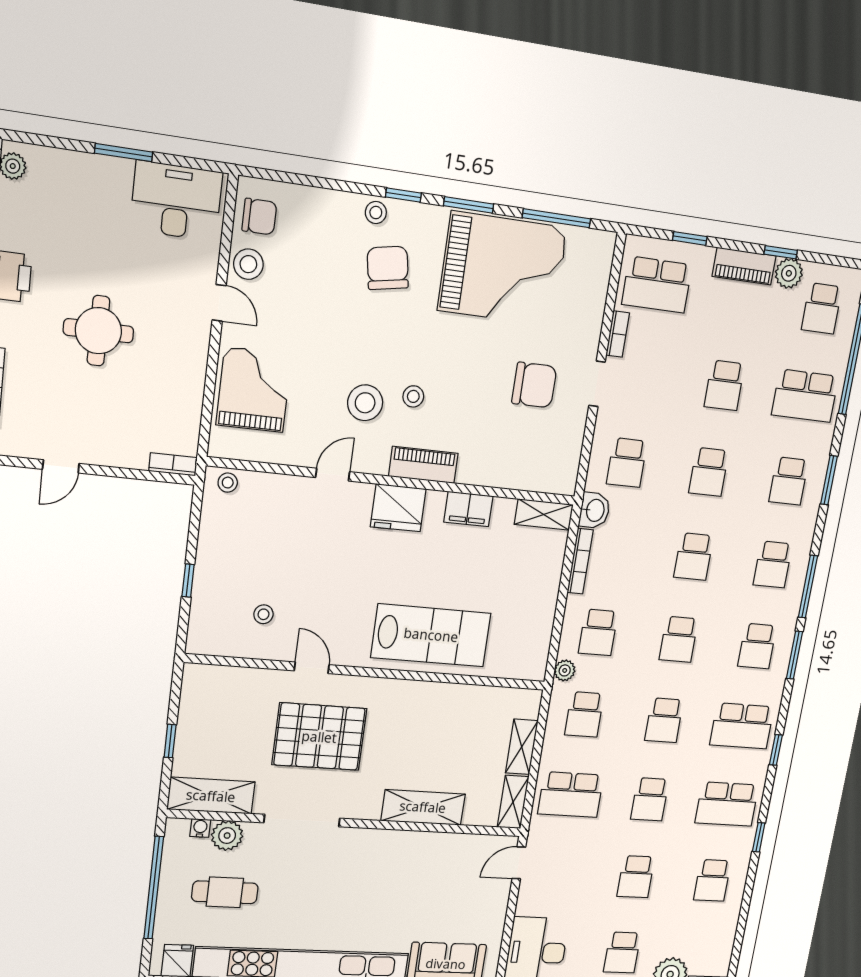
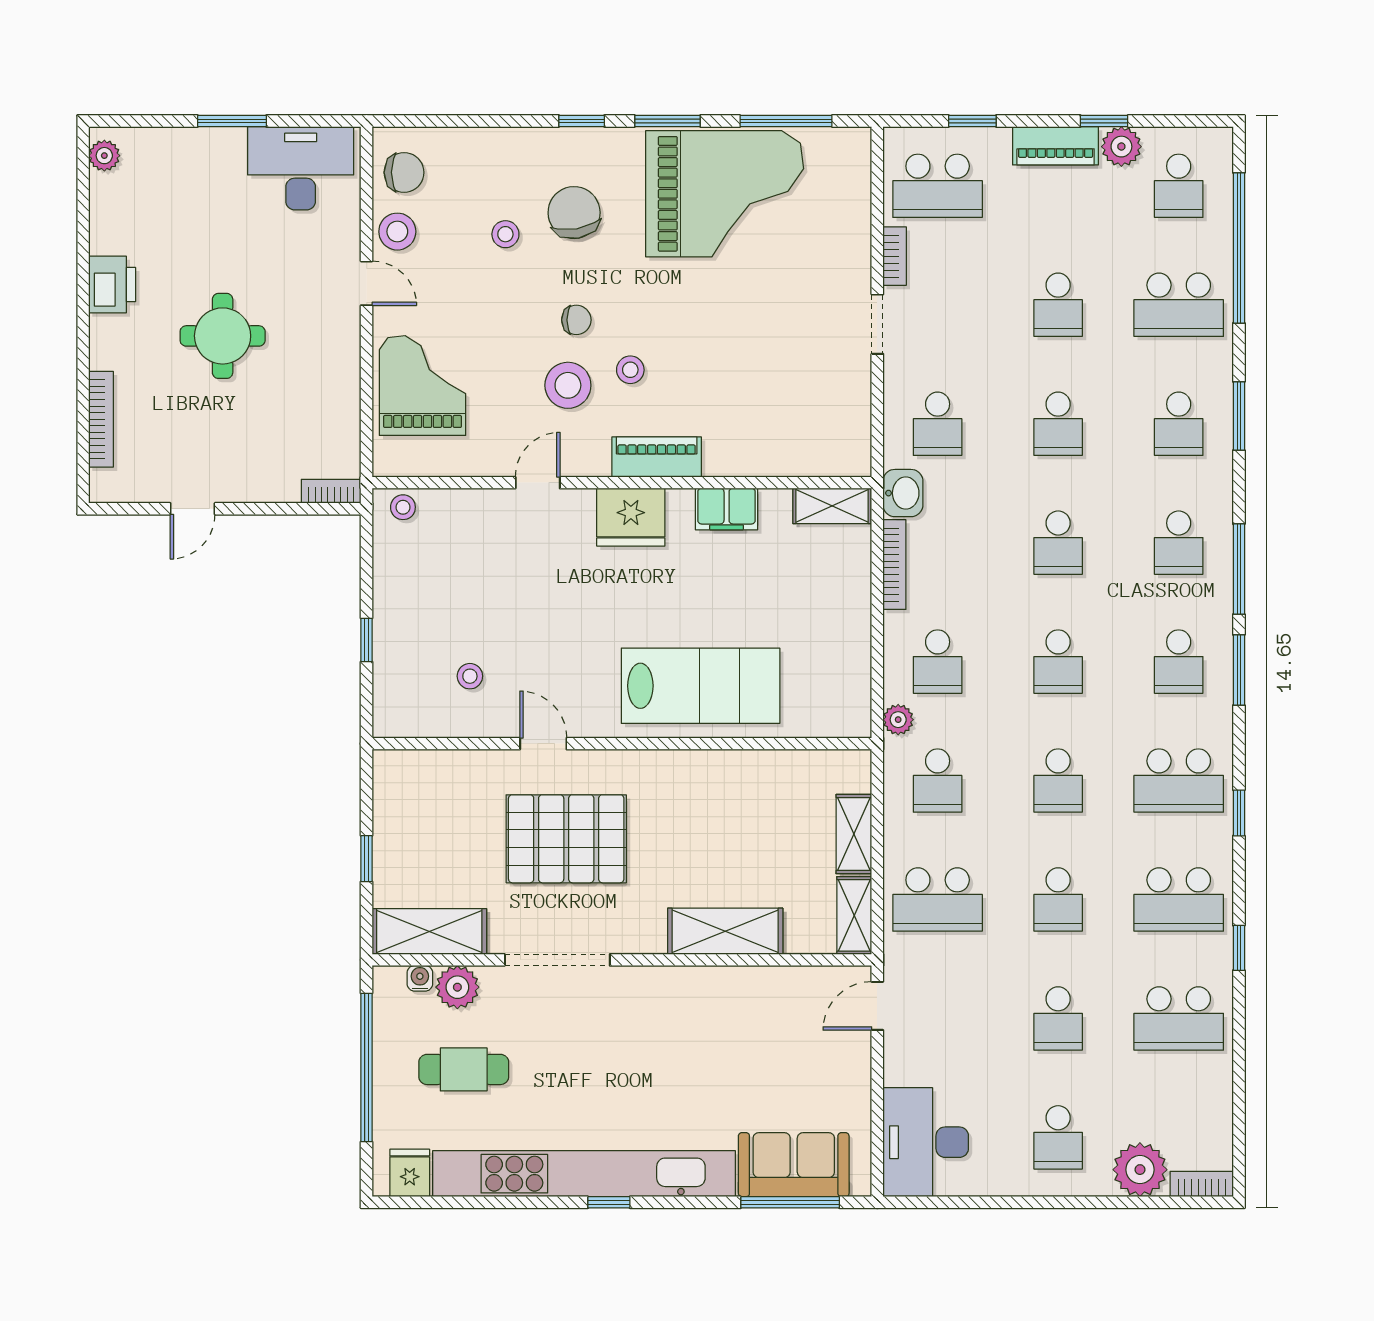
stool: (376, 213) -> (505, 234), moved
chair: (534, 385) -> (576, 320), moved, width x0.54, depth x0.54
school desk: (712, 880) -> (1179, 1018), width x1.85

